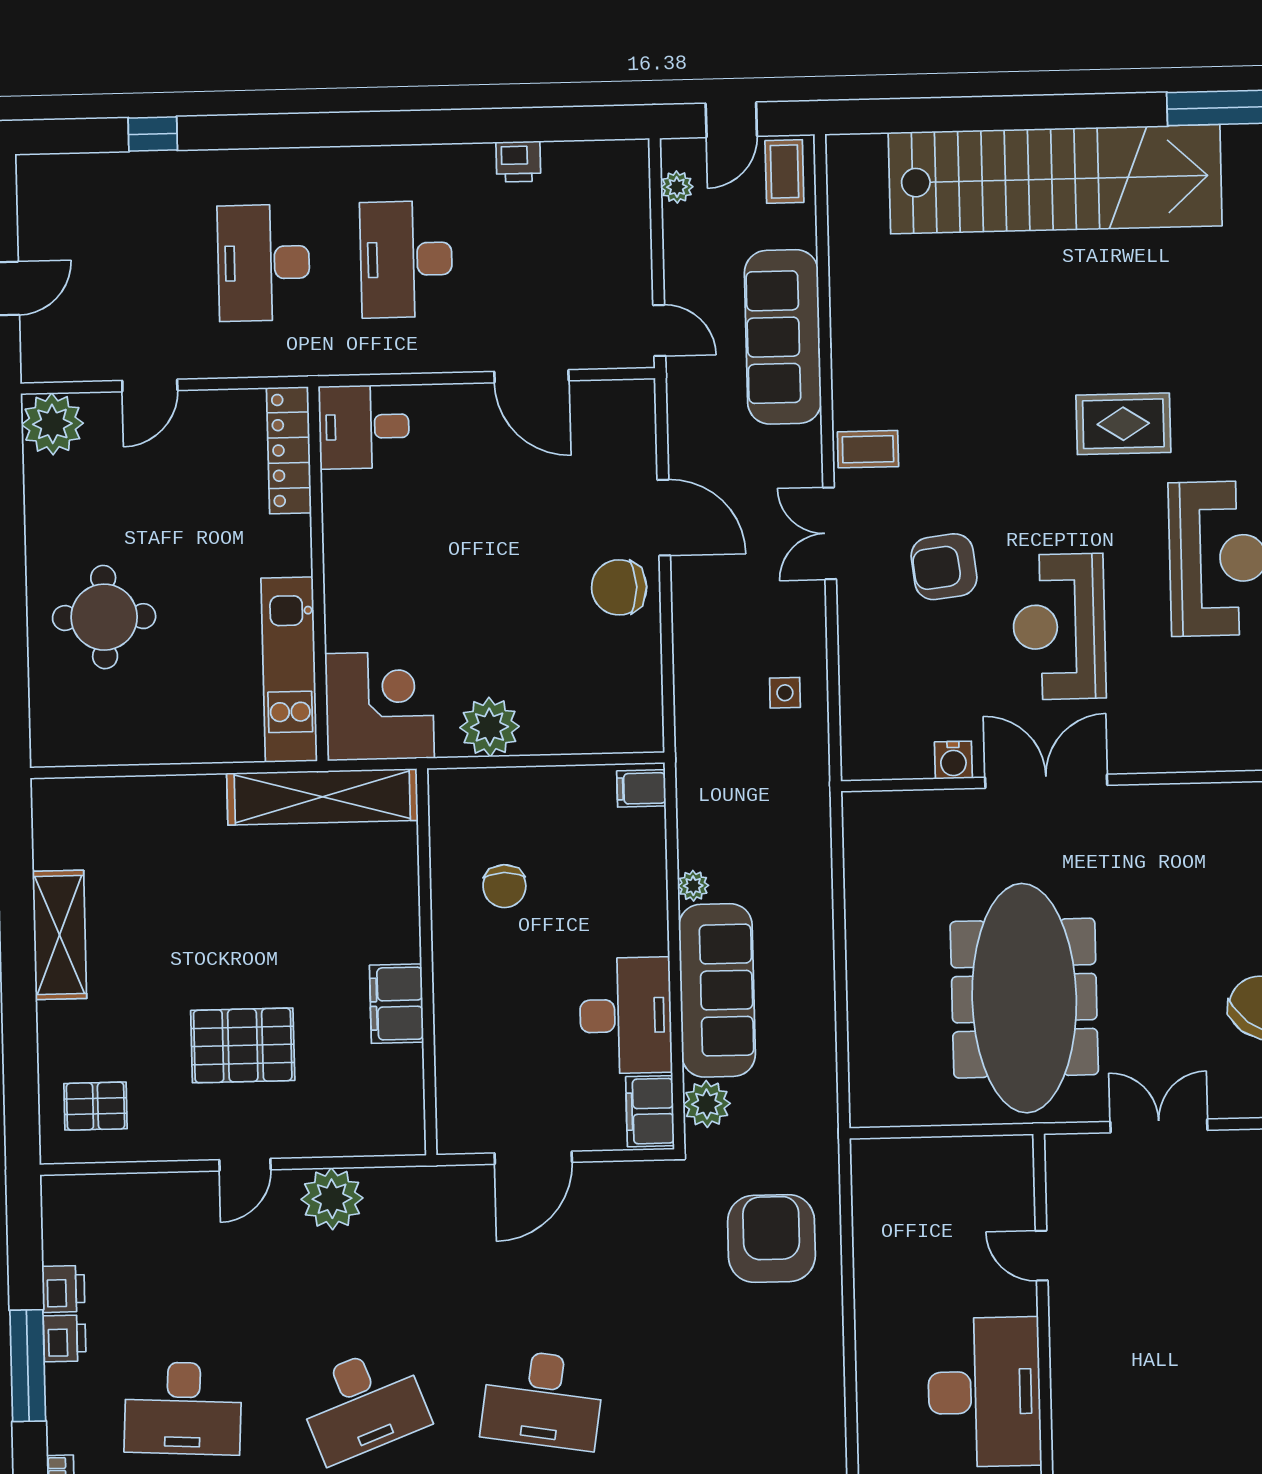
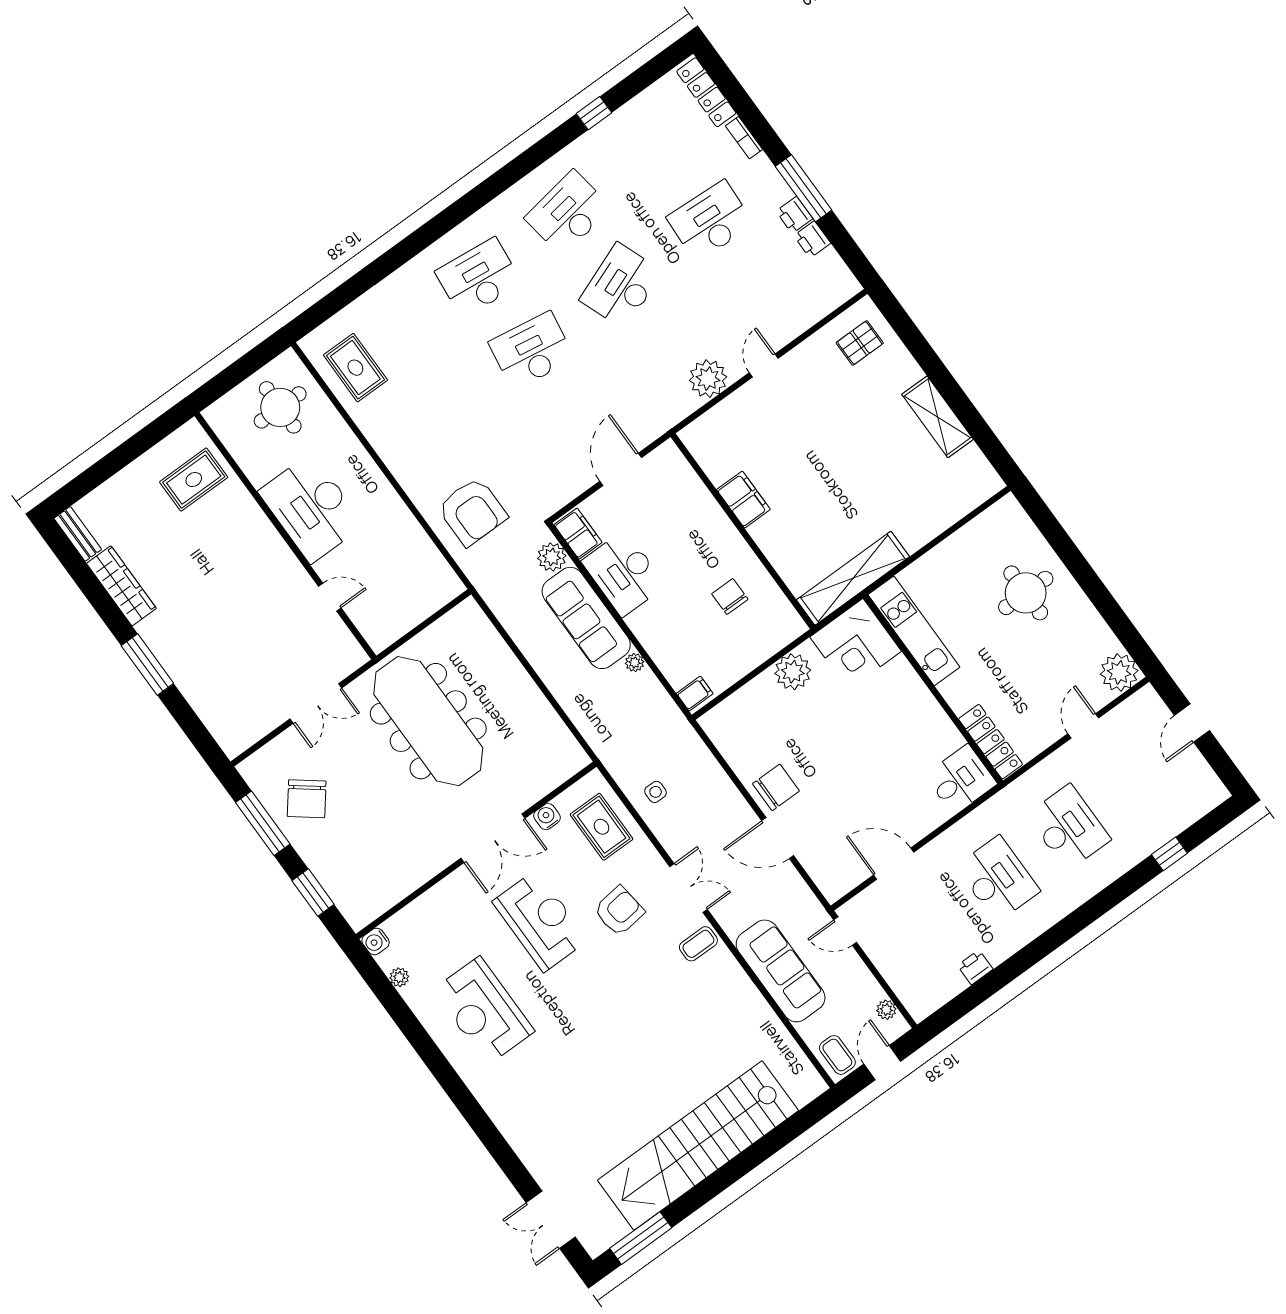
rug: (1123, 424) -> (602, 827), moved, turned 90
pallet: (243, 1045) -> (806, 425), removed

